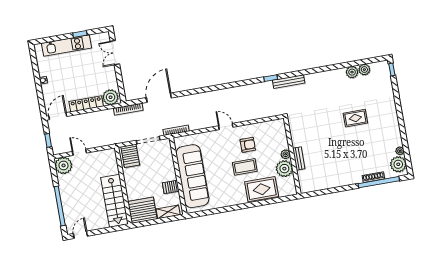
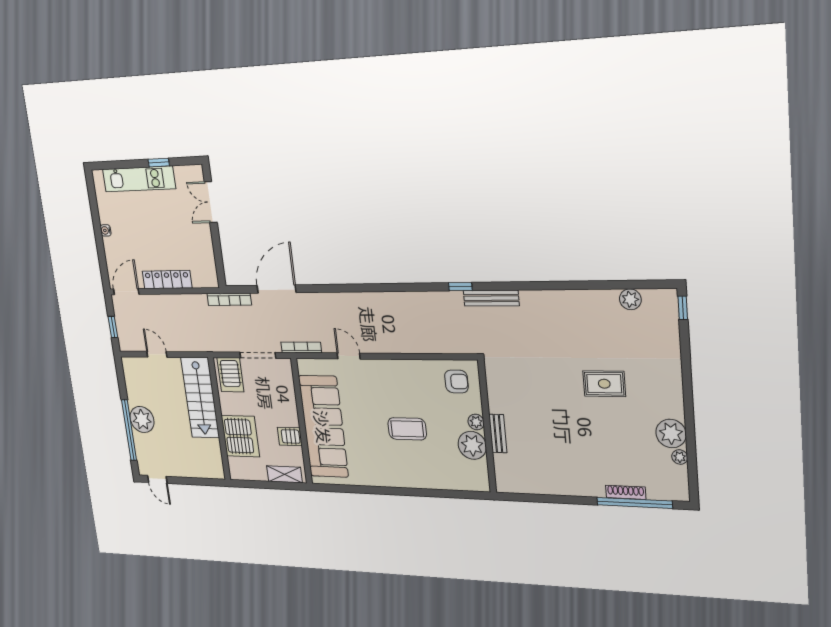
plant: (352, 72) -> (607, 300), removed
plant: (111, 97) -> (203, 275), removed
door: (226, 127) -> (349, 356), moved
armchair: (248, 145) -> (456, 381), moved
plant: (398, 164) -> (671, 433), moved
plant: (63, 165) -> (142, 419), moved
rug: (262, 189) -> (432, 471), removed
stairs: (115, 201) -> (200, 398), moved
server rack: (142, 210) -> (240, 436), moved, turned 90
door: (80, 235) -> (157, 479), swing flipped

